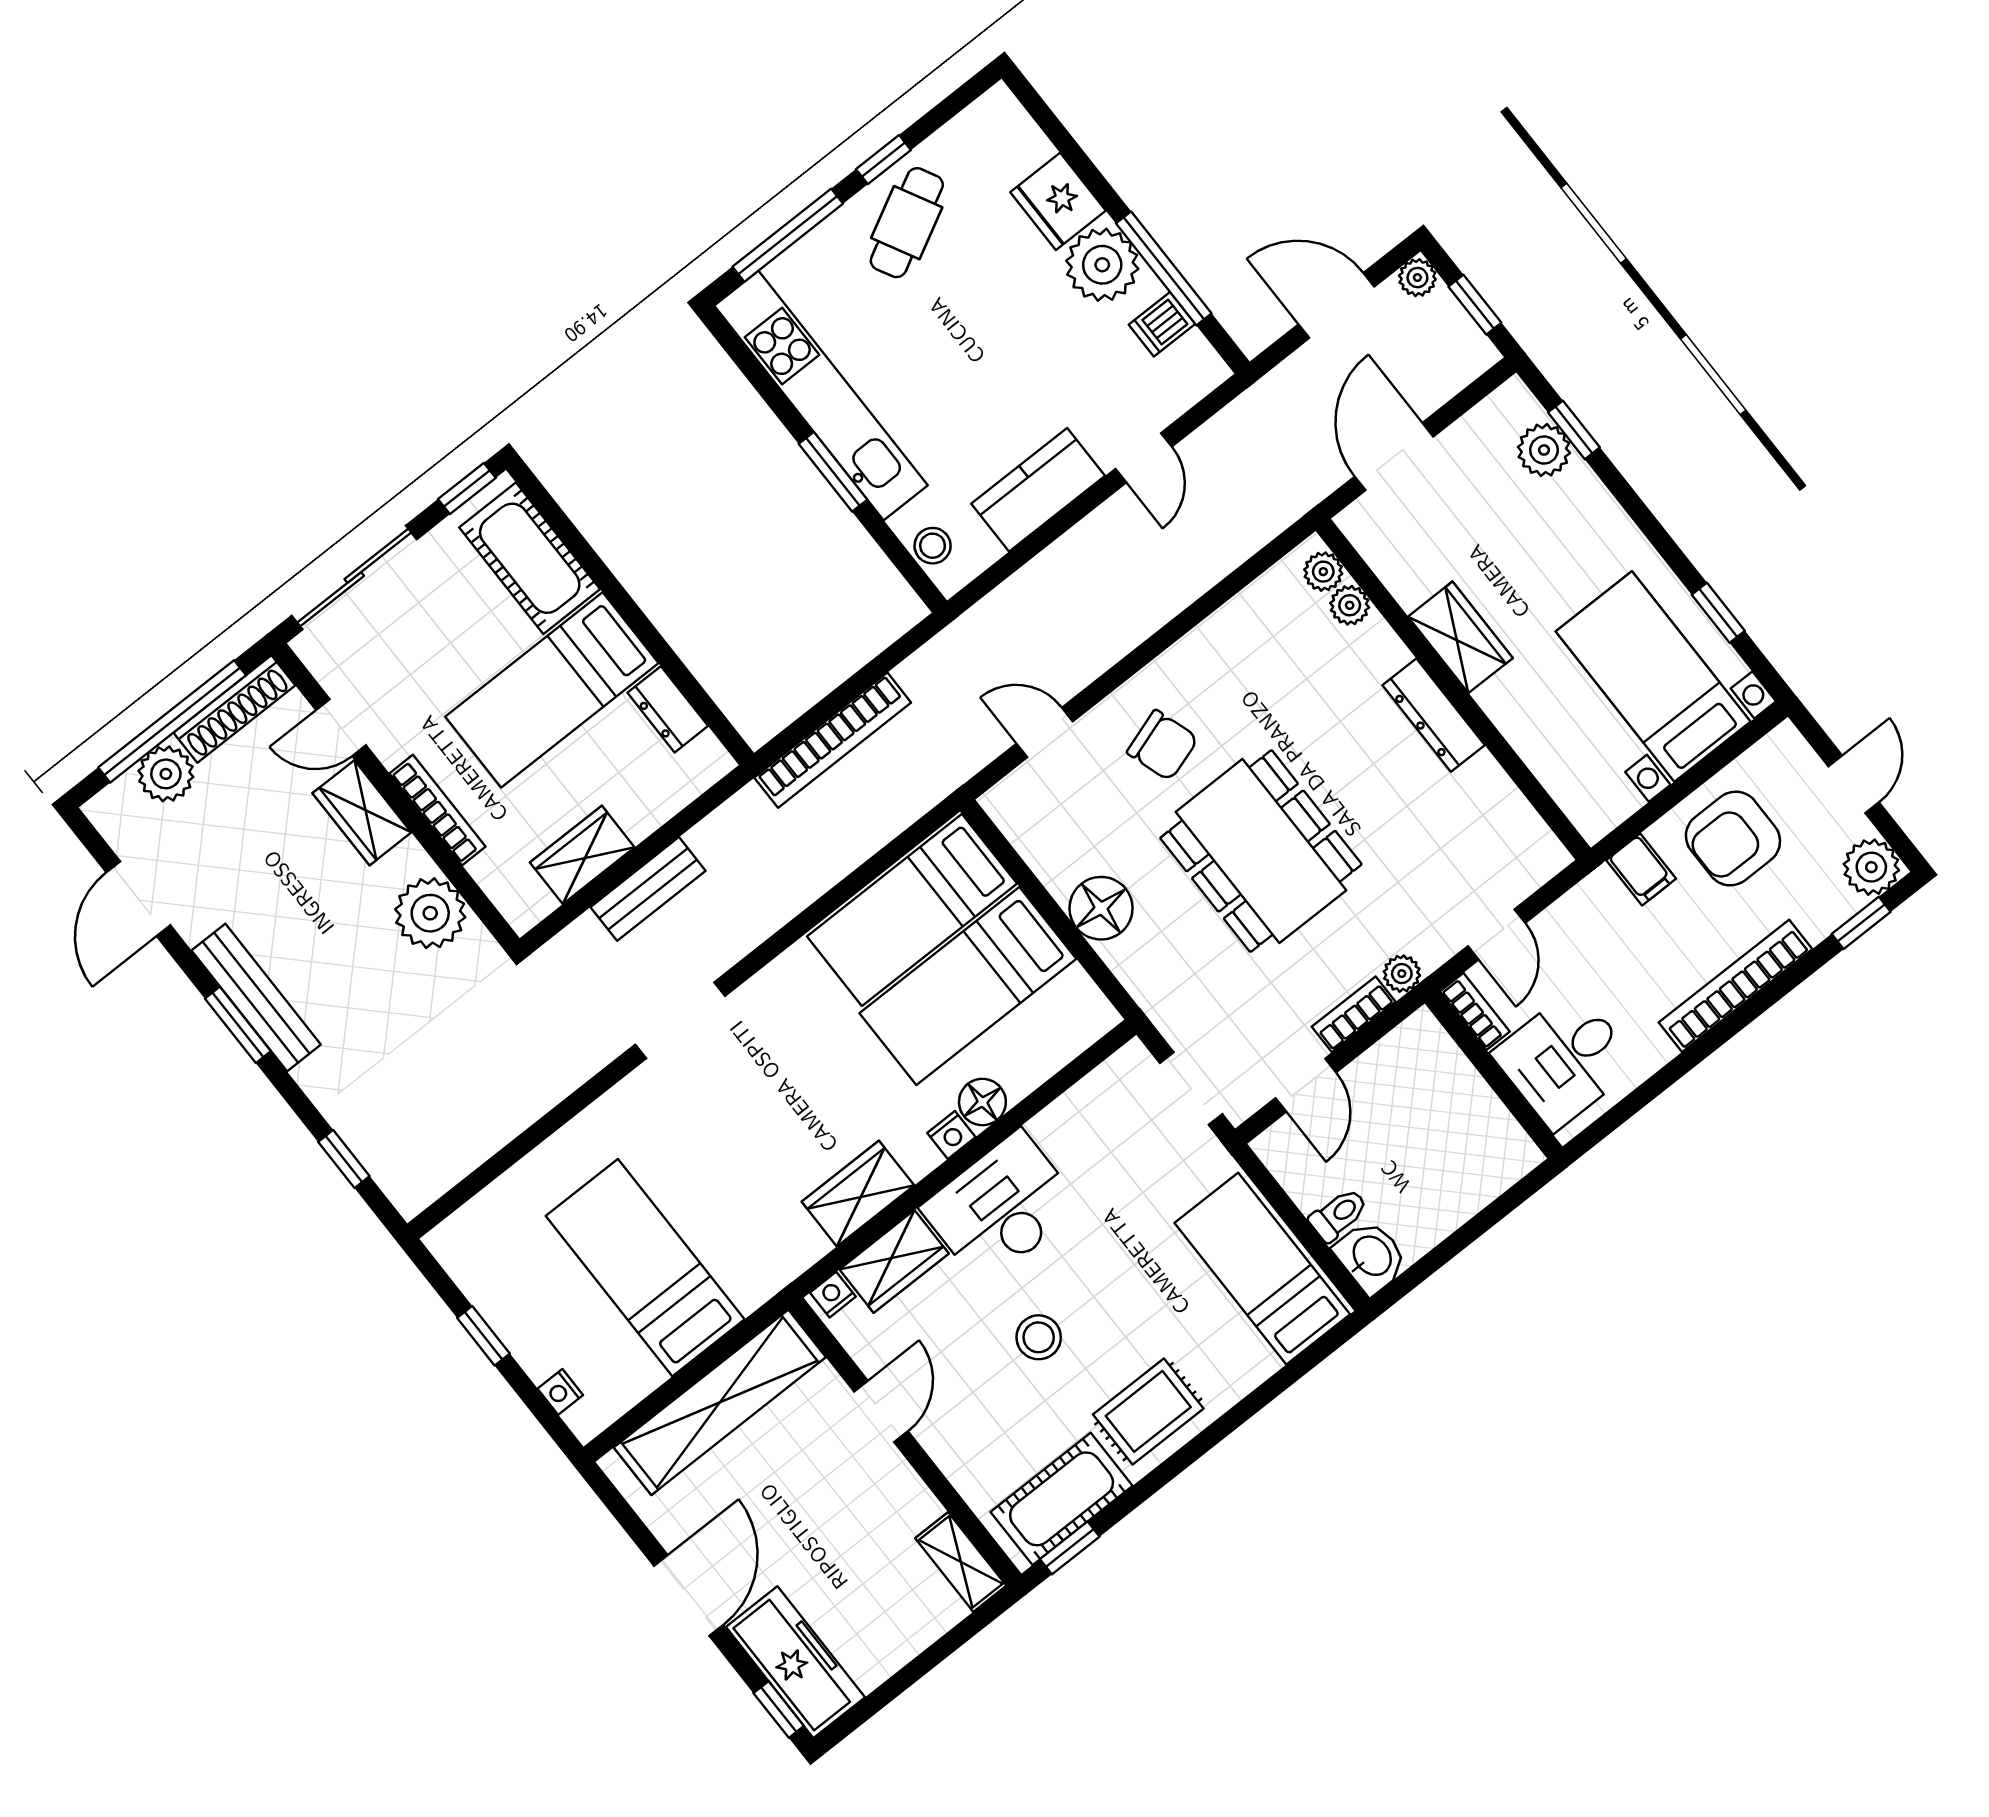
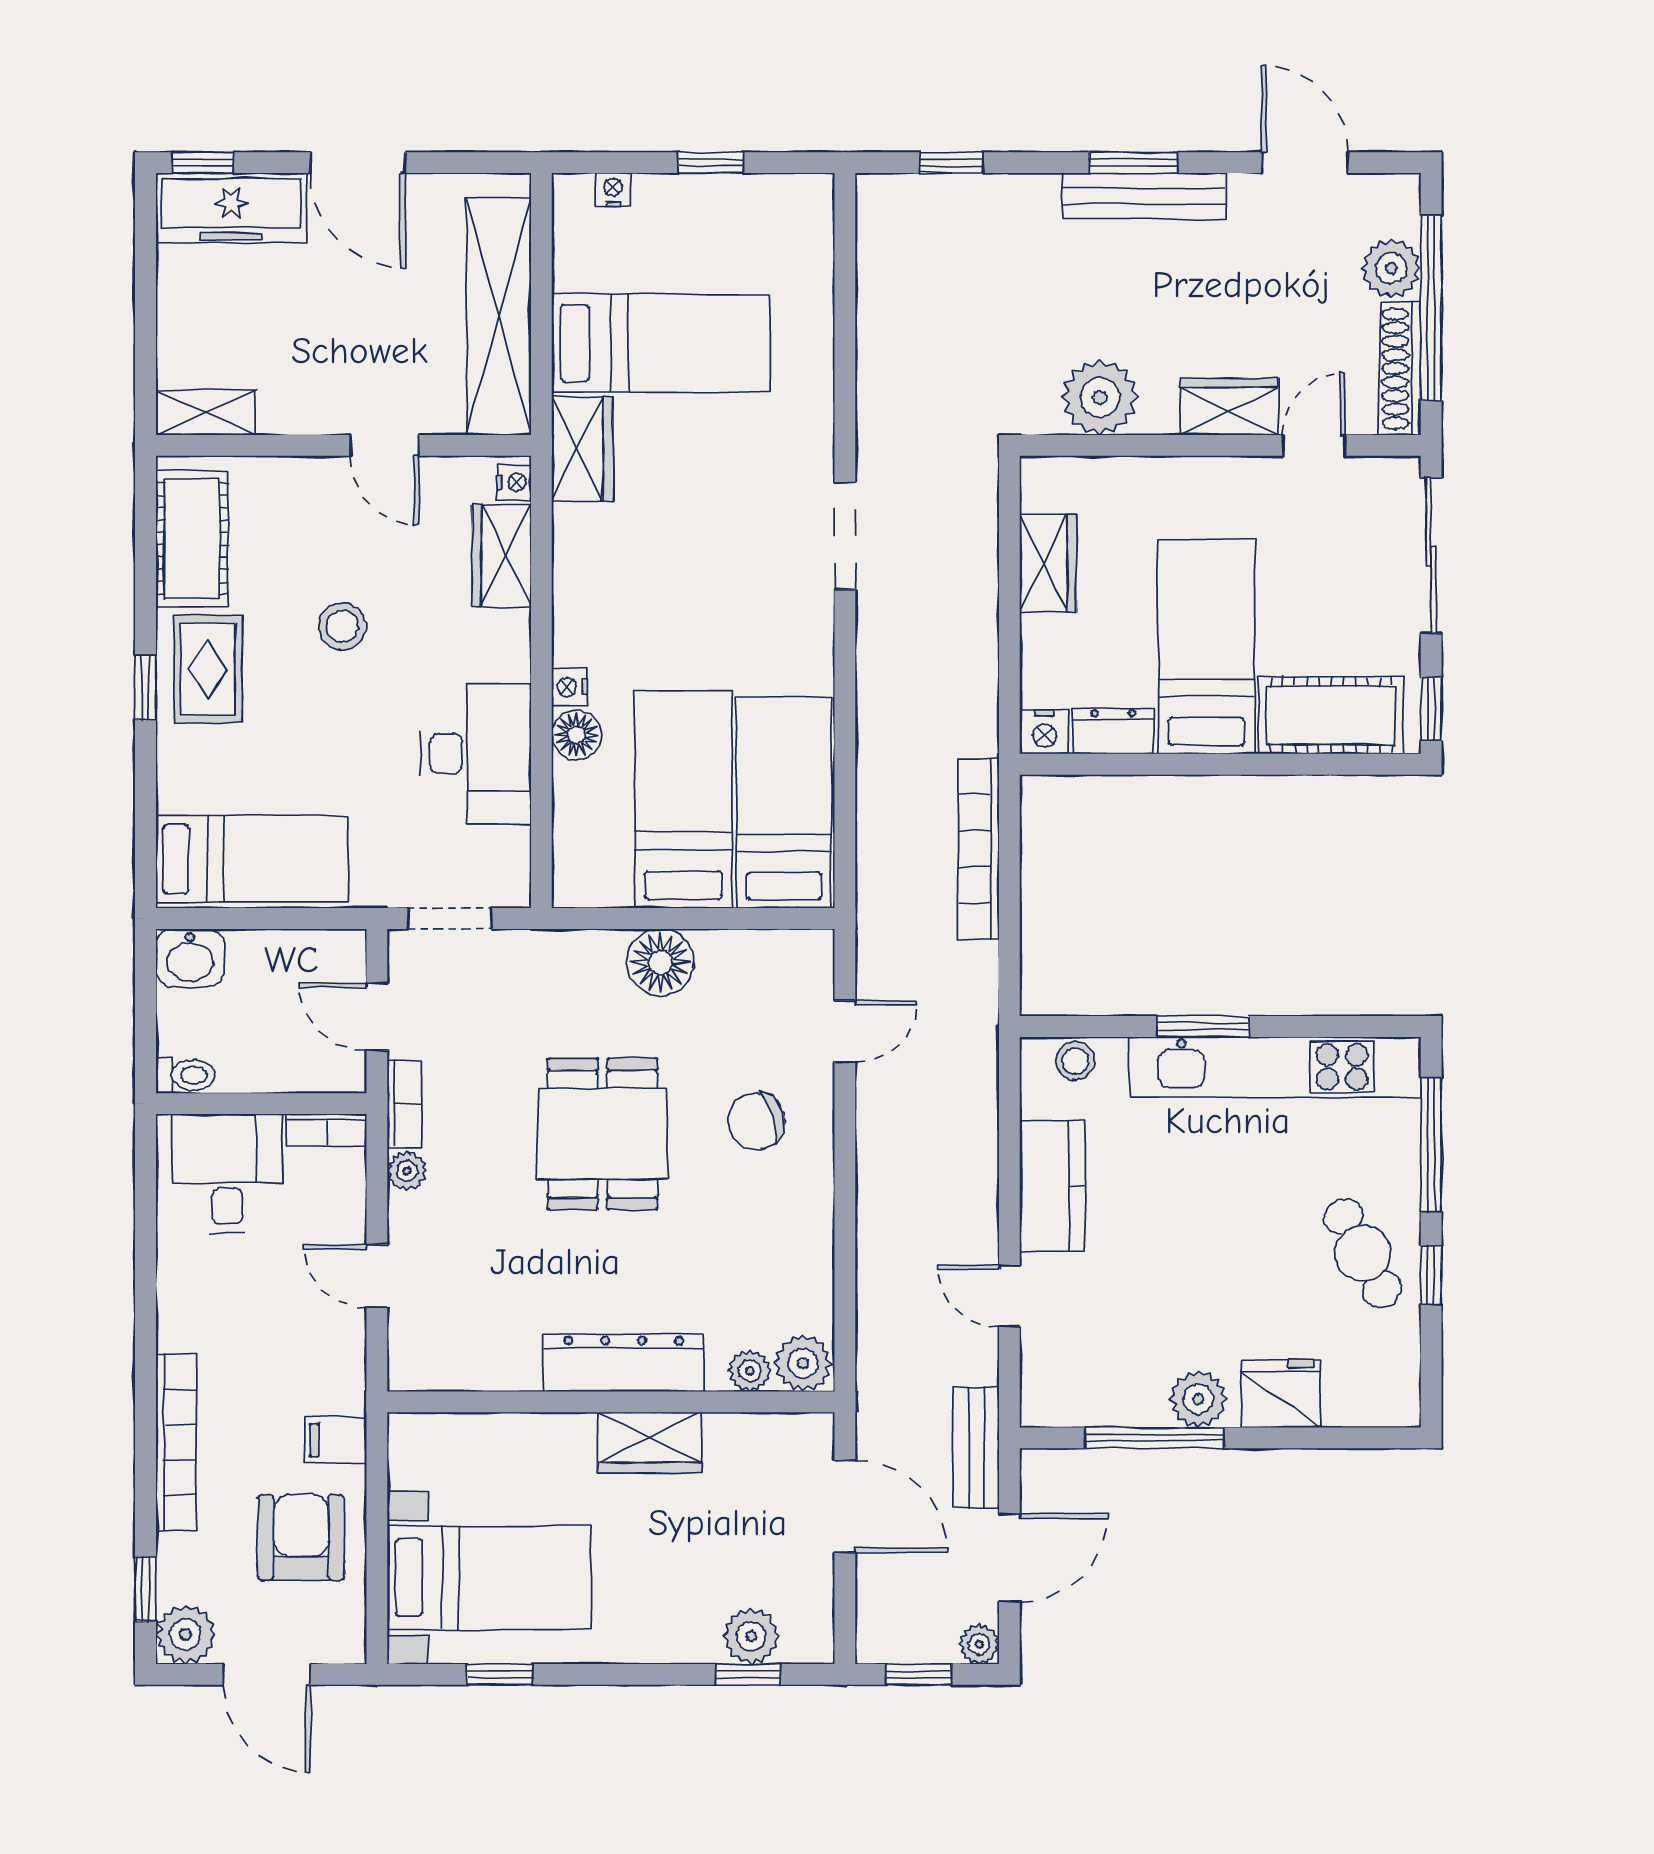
plant: (1102, 265) -> (1198, 1399), width x0.73, depth x0.73
dishwasher: (1162, 324) -> (1109, 1399), removed
plant: (1323, 572) -> (803, 1363), width x1.38, depth x1.38
dresser: (1434, 715) -> (624, 1363), width x1.37, depth x1.24
nightstand: (708, 759) -> (1045, 732), added
door: (1854, 784) -> (267, 1674), width x1.38
bookcase: (438, 810) -> (1181, 472), removed
dining table: (1261, 851) -> (603, 1134), width x0.73
bench: (648, 889) -> (976, 1447), moved
bookcase: (1475, 1012) -> (327, 1130), moved
desk: (1565, 1059) -> (227, 1174), moved
wall: (1494, 1075) -> (261, 1104), moved
wardrobe: (858, 1194) -> (582, 449), moved
desk: (1001, 1207) -> (476, 754), moved
toilet: (1338, 1215) -> (186, 1075), moved, turned -90
window: (1070, 1548) -> (146, 688), moved

